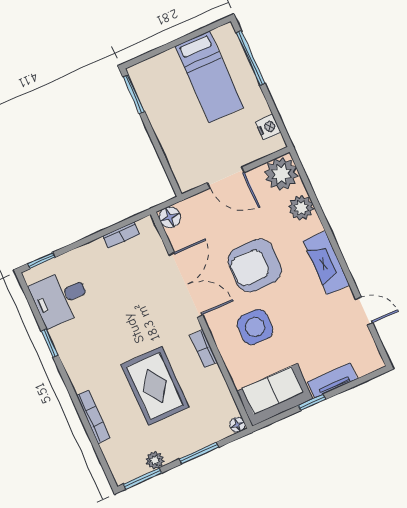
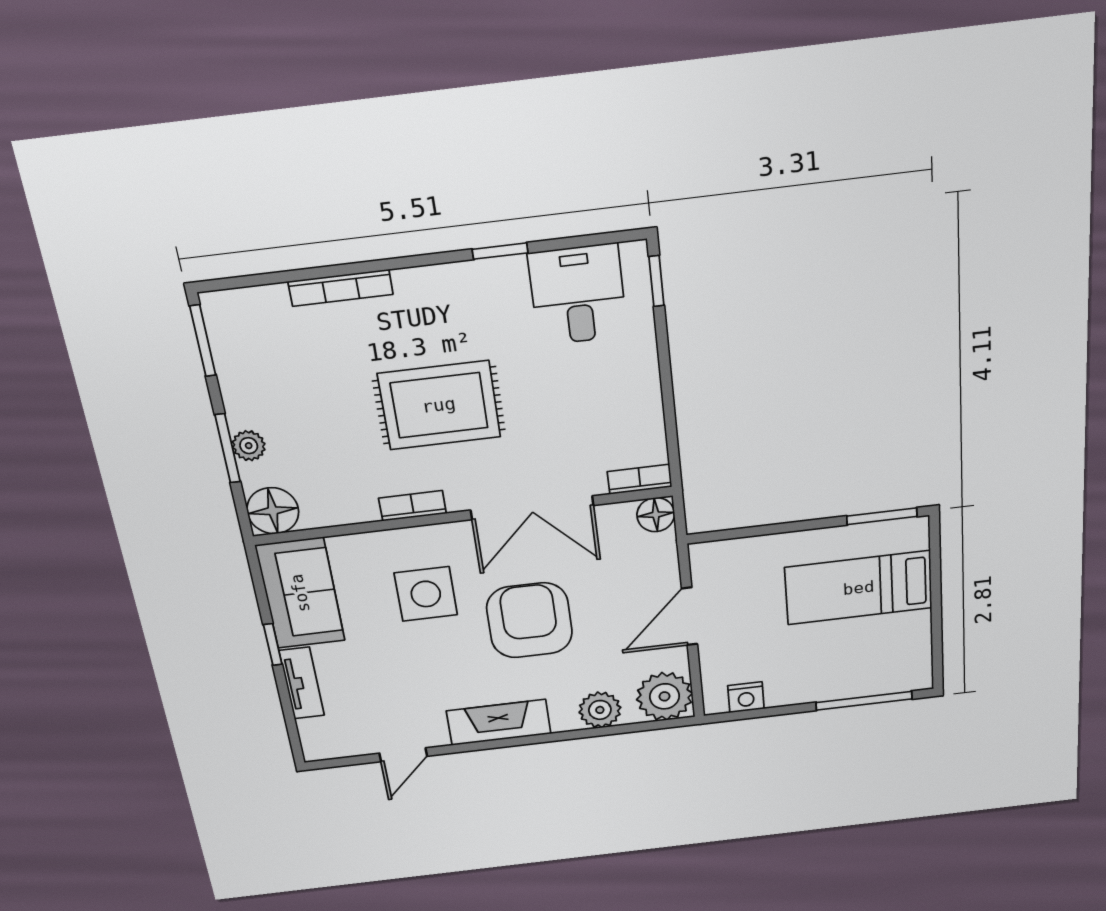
bed: (209, 77) -> (859, 588), moved
bookcase: (121, 235) -> (640, 479), moved, turned 90
rug: (155, 386) -> (439, 405), moved
floor lamp: (237, 425) -> (273, 511), width x1.89, depth x1.89
plant: (155, 460) -> (249, 446), moved

